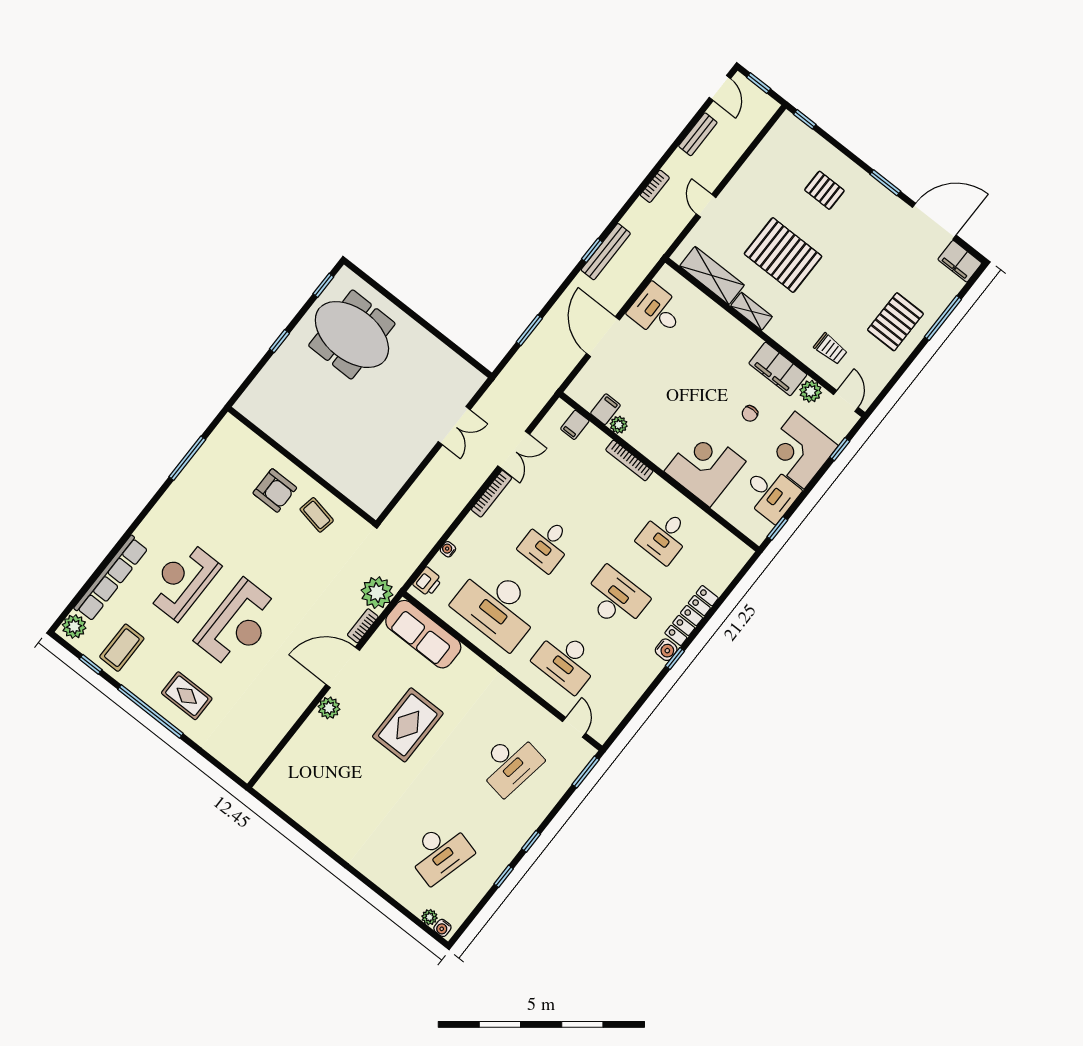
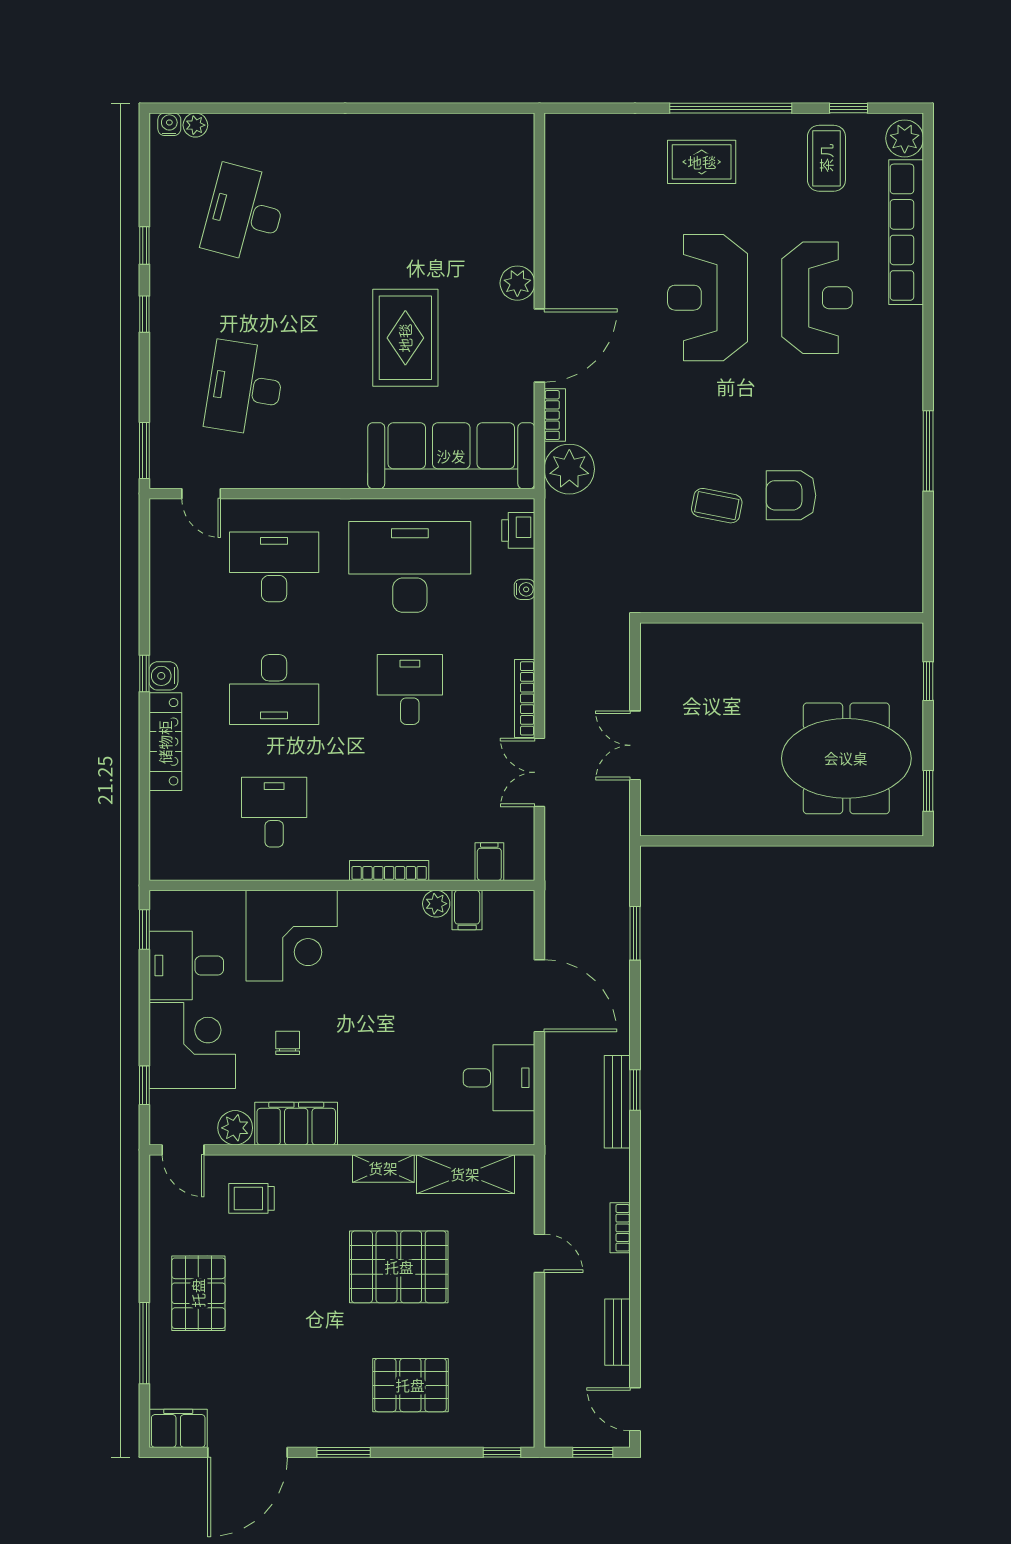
pallet: (824, 190) -> (410, 1385), width x1.50, depth x1.42
wall: (302, 466) -> (782, 618), moved
sofa: (423, 634) -> (451, 456), width x1.36, depth x1.27

